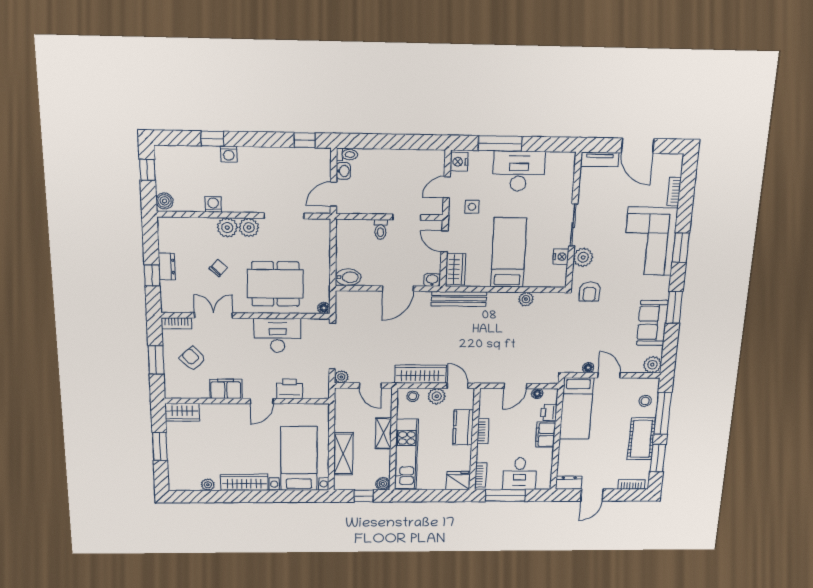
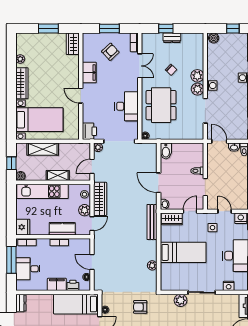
washing machine: (213, 204) -> (212, 86), moved
nightstand: (561, 257) -> (229, 286), moved
armchair: (590, 292) -> (140, 307), moved
printer: (290, 389) -> (89, 131), moved

